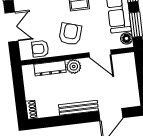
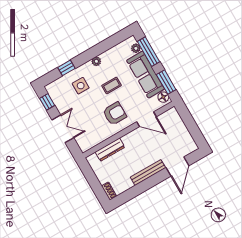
armchair: (70, 34) -> (115, 114), turned 73
armchair: (40, 49) -> (95, 137), removed
plant: (74, 67) -> (129, 140), removed

